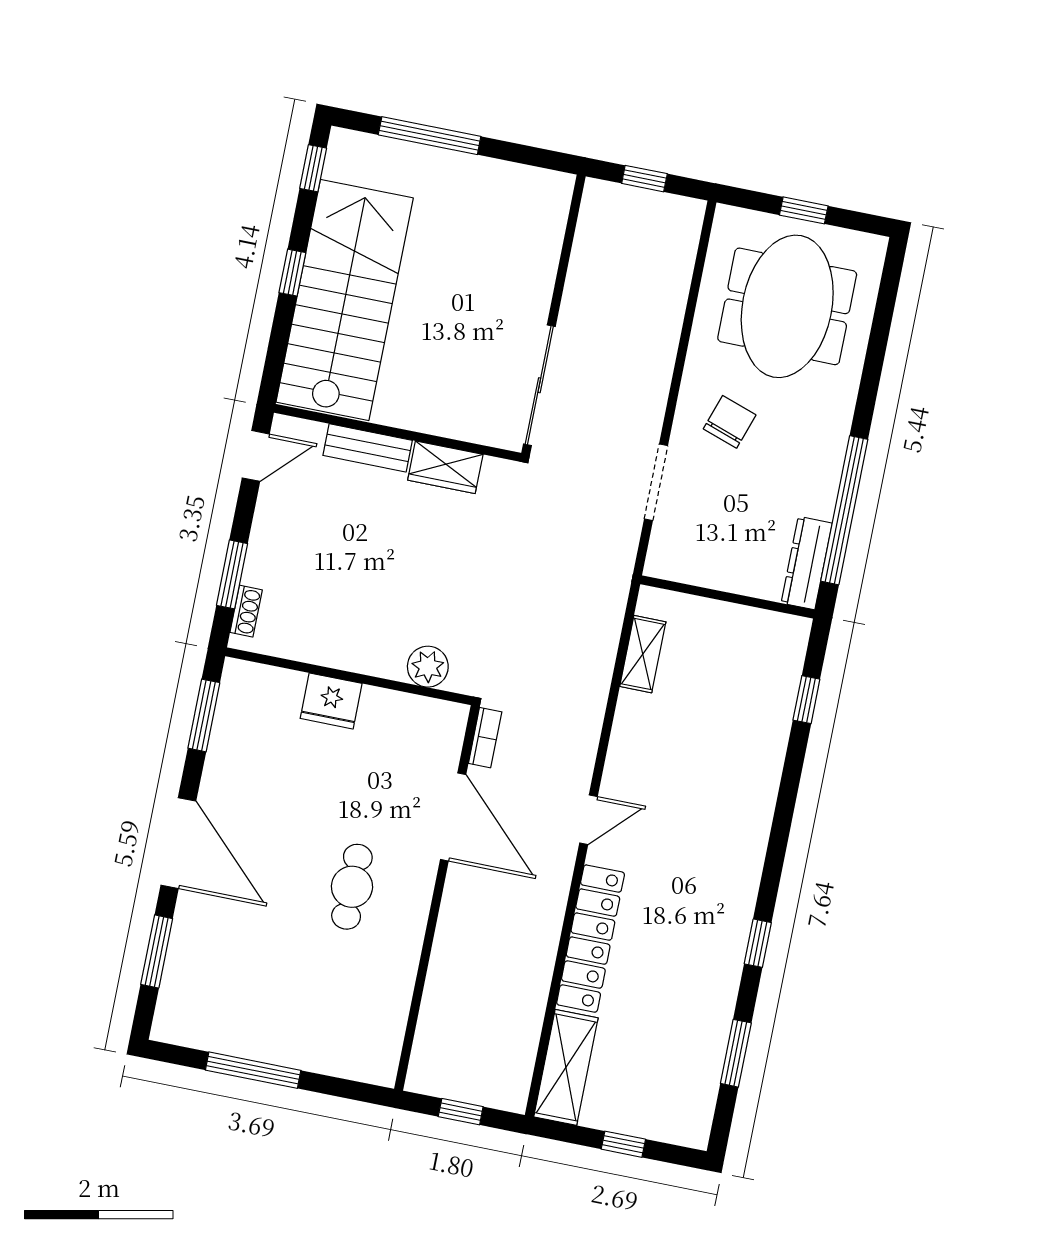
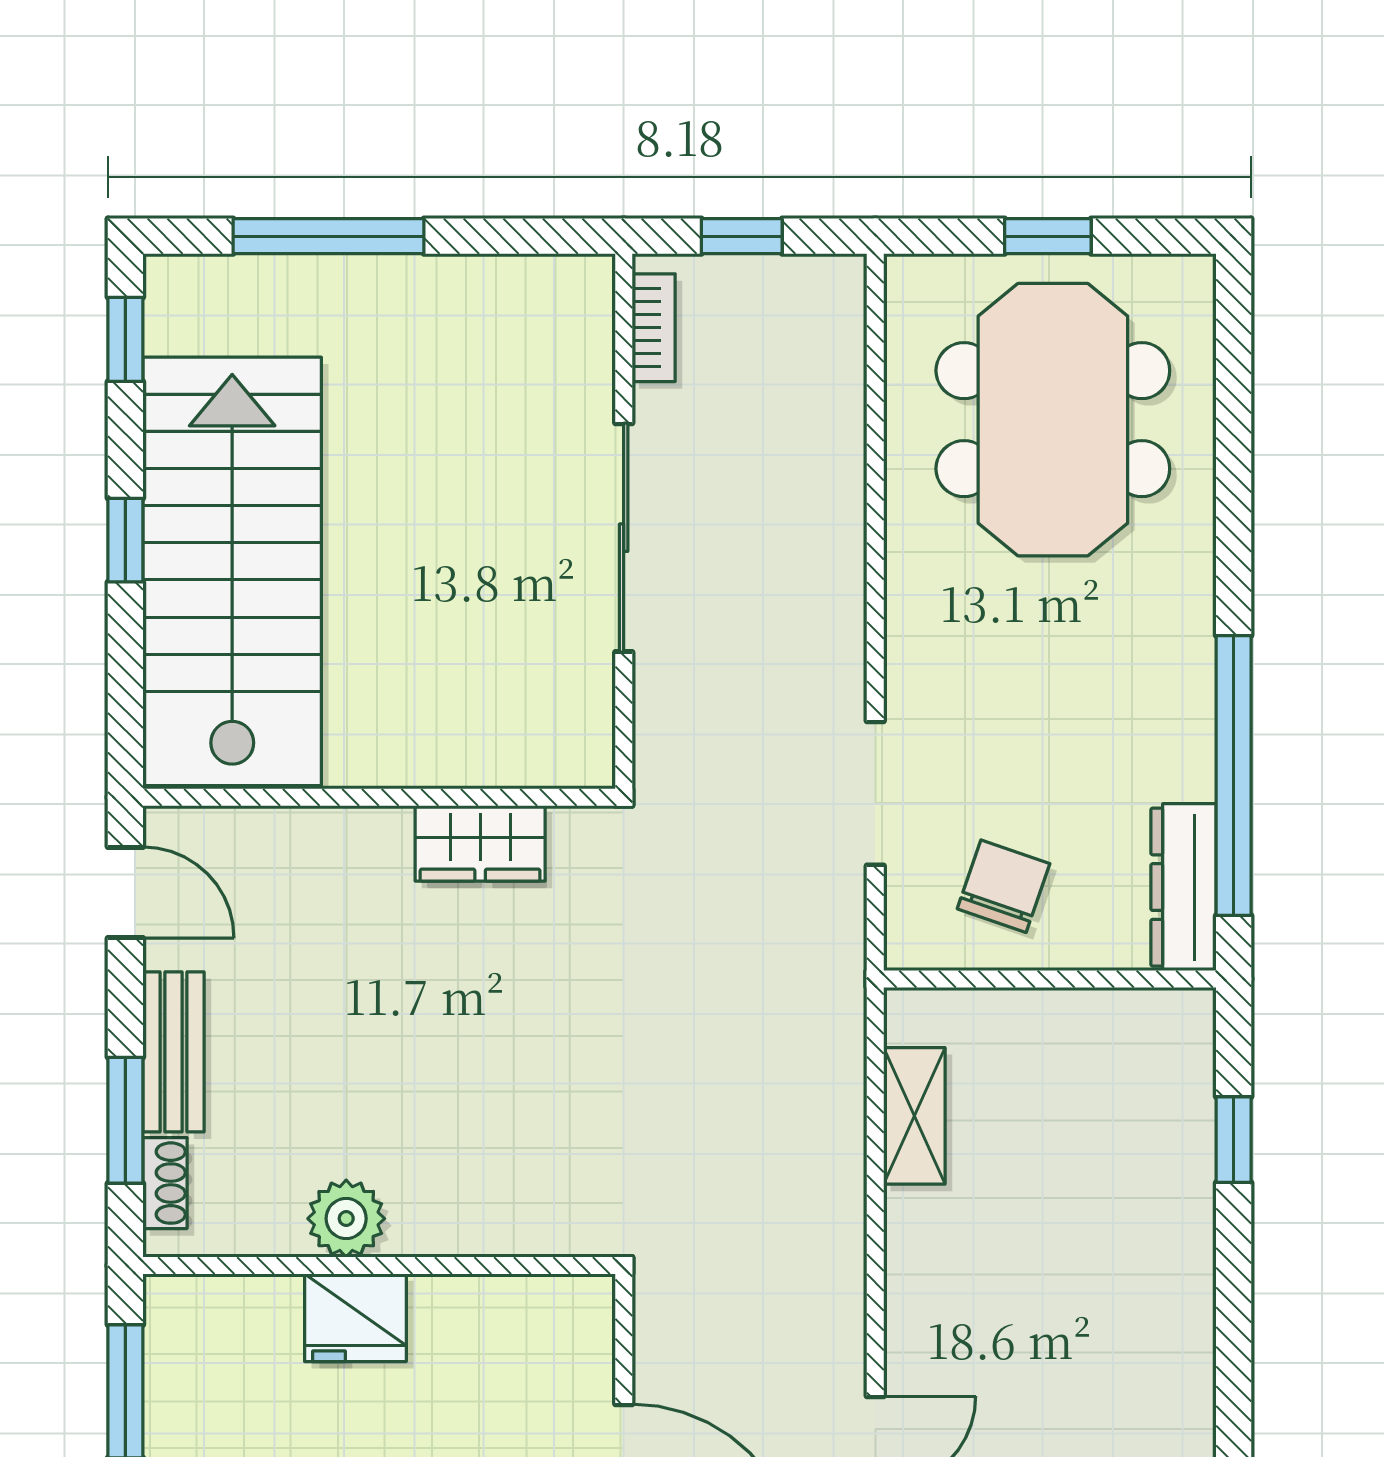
sliding door: (539, 385) -> (624, 538), moved
chair: (730, 422) -> (1004, 886), moved
bench: (368, 448) -> (173, 1052), moved, turned 90
door: (256, 456) -> (125, 892), hinge flipped
plant: (428, 667) -> (346, 1219), moved
bookcase: (485, 738) -> (654, 328), moved

